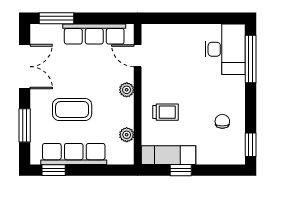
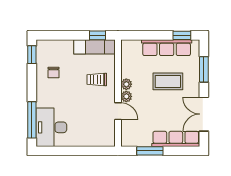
window: (57, 18) -> (150, 151), moved
row of seats: (94, 34) -> (176, 139), moved
door: (138, 56) -> (118, 111), moved
plant: (127, 135) -> (126, 84), moved
window: (181, 170) -> (98, 35), moved

